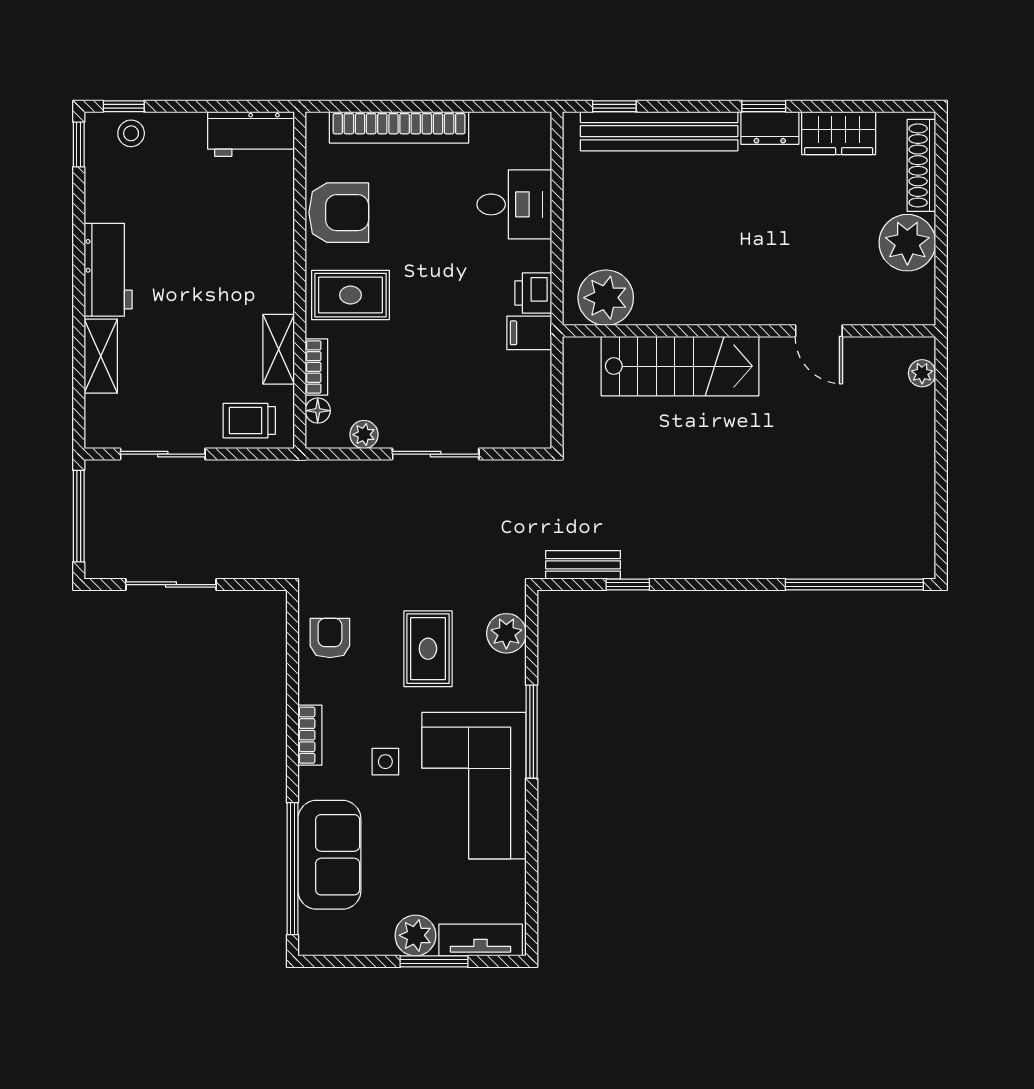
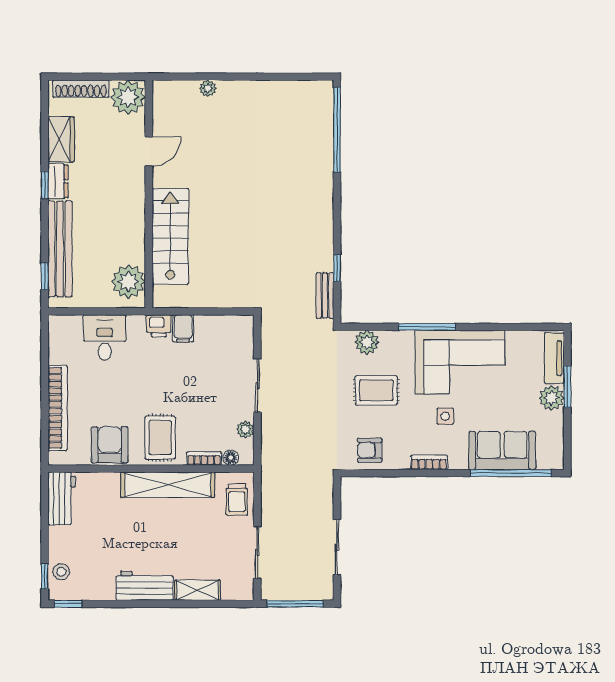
plant: (606, 298) -> (128, 282), moved
wall: (749, 331) -> (149, 194), moved
door: (819, 331) -> (149, 151), moved
shelving: (279, 349) -> (168, 485), width x2.20, depth x1.33
stairs: (680, 366) -> (170, 236), moved

